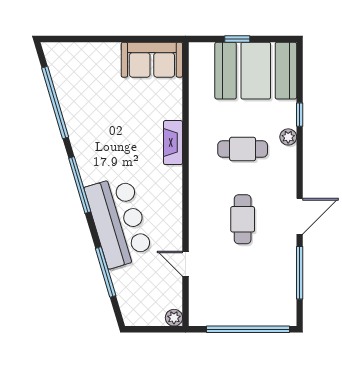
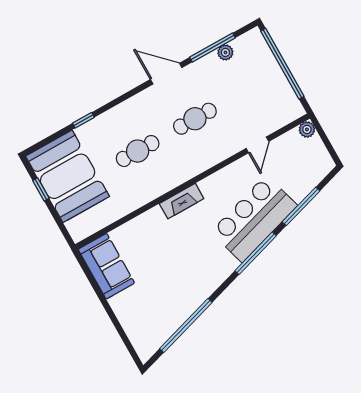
window: (237, 39) -> (41, 189), moved
plant: (288, 137) -> (225, 52), moved
fireplace: (173, 143) -> (182, 201), moved
cafe table: (243, 149) -> (138, 151), turned 90
window: (80, 185) -> (256, 253), moved

